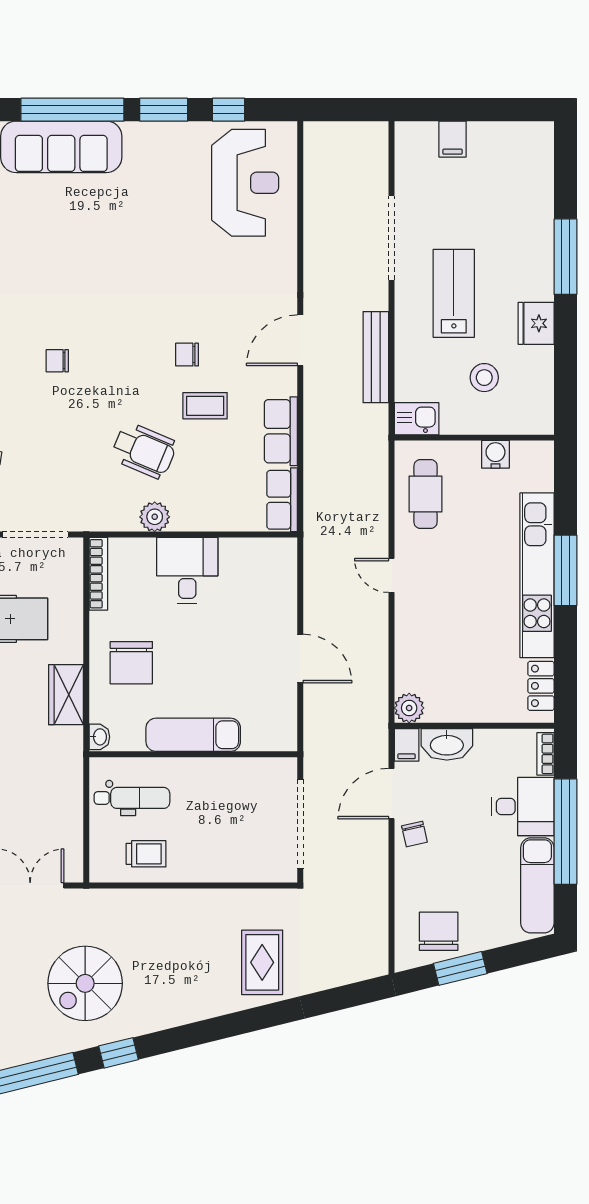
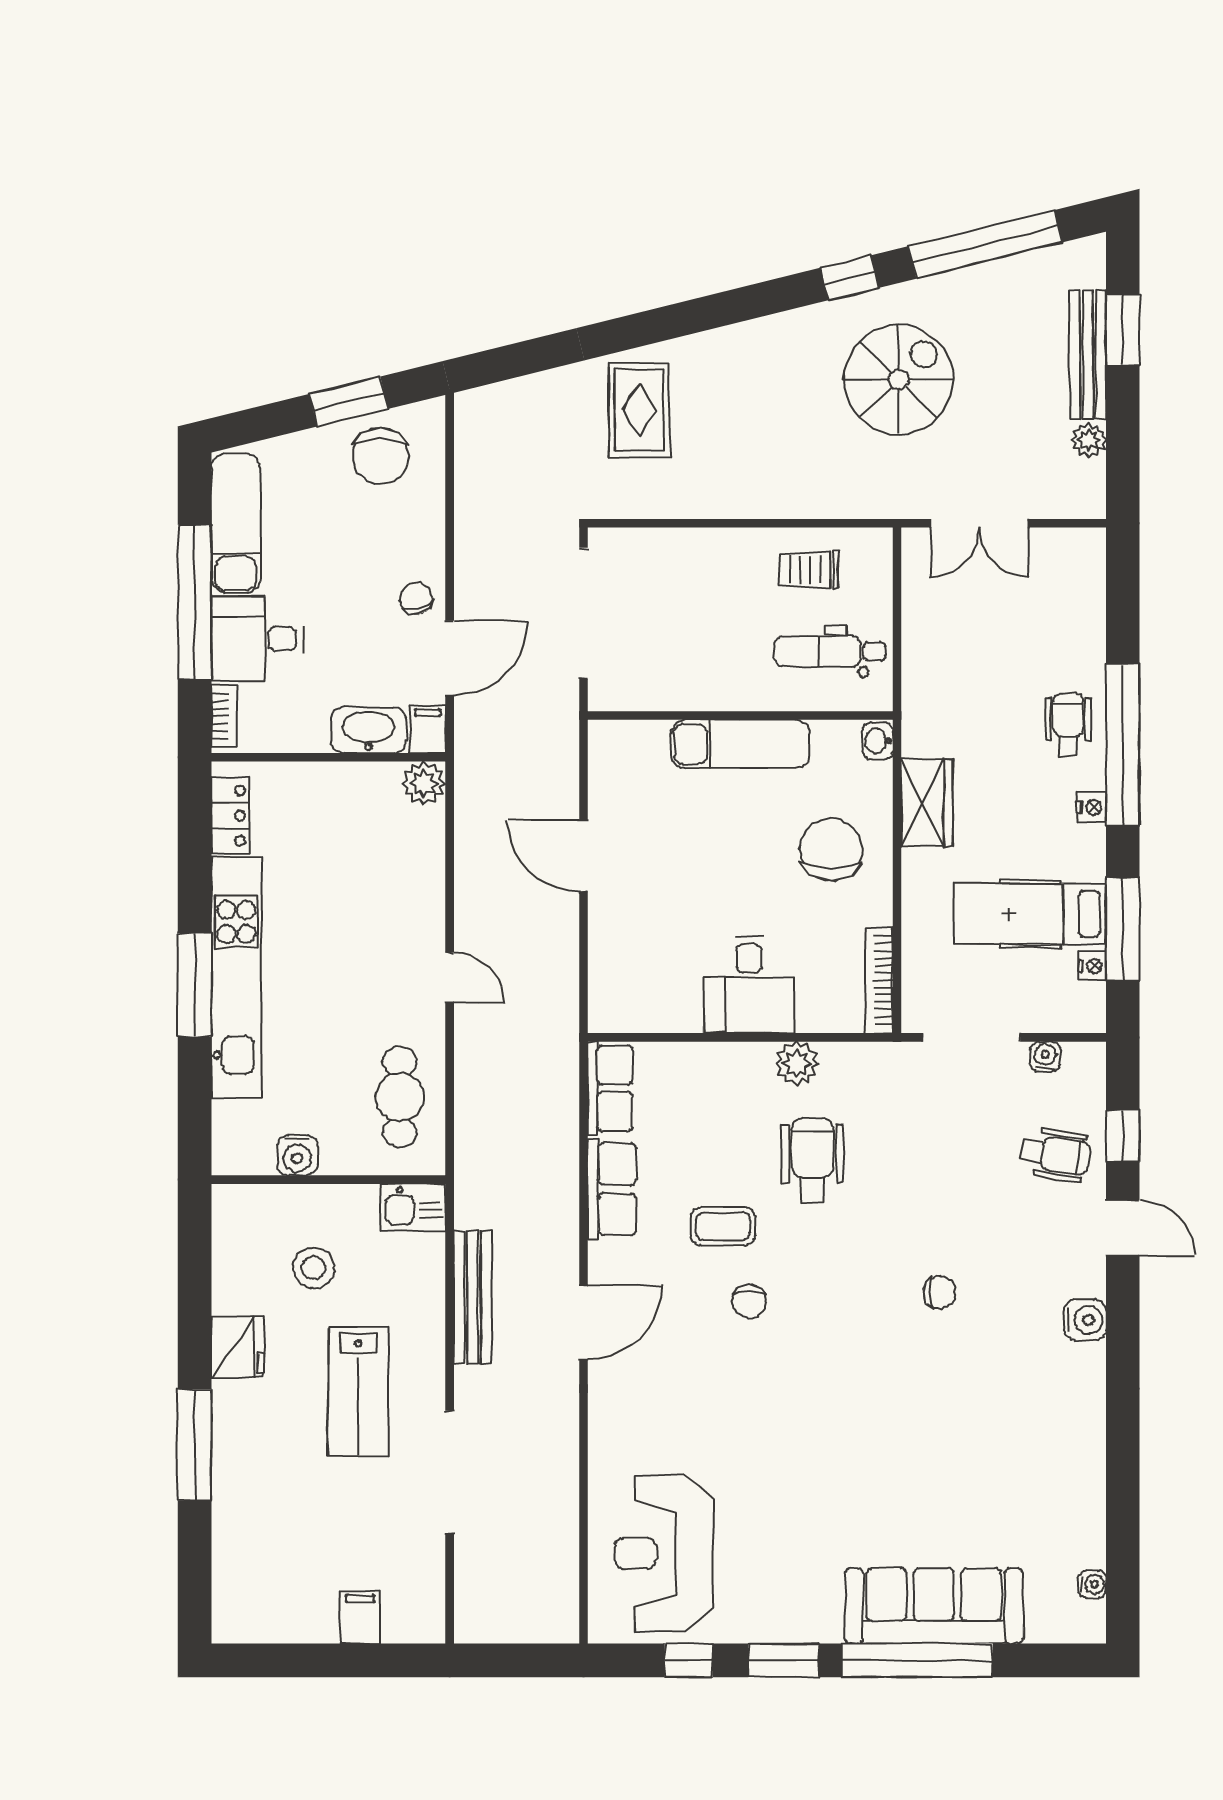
chair: (187, 355) -> (749, 1301), turned 91
wheelchair: (144, 451) -> (813, 1161), turned 67

